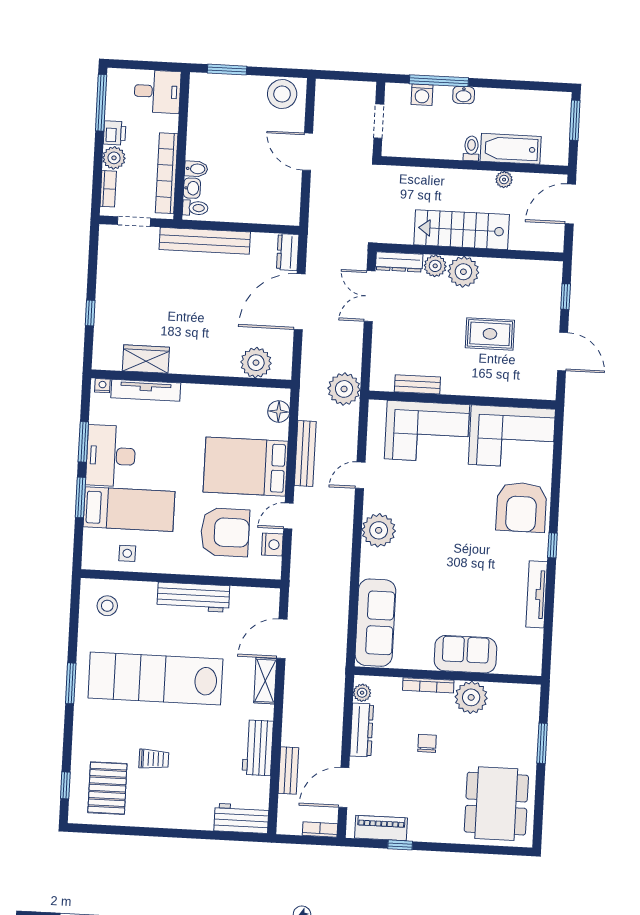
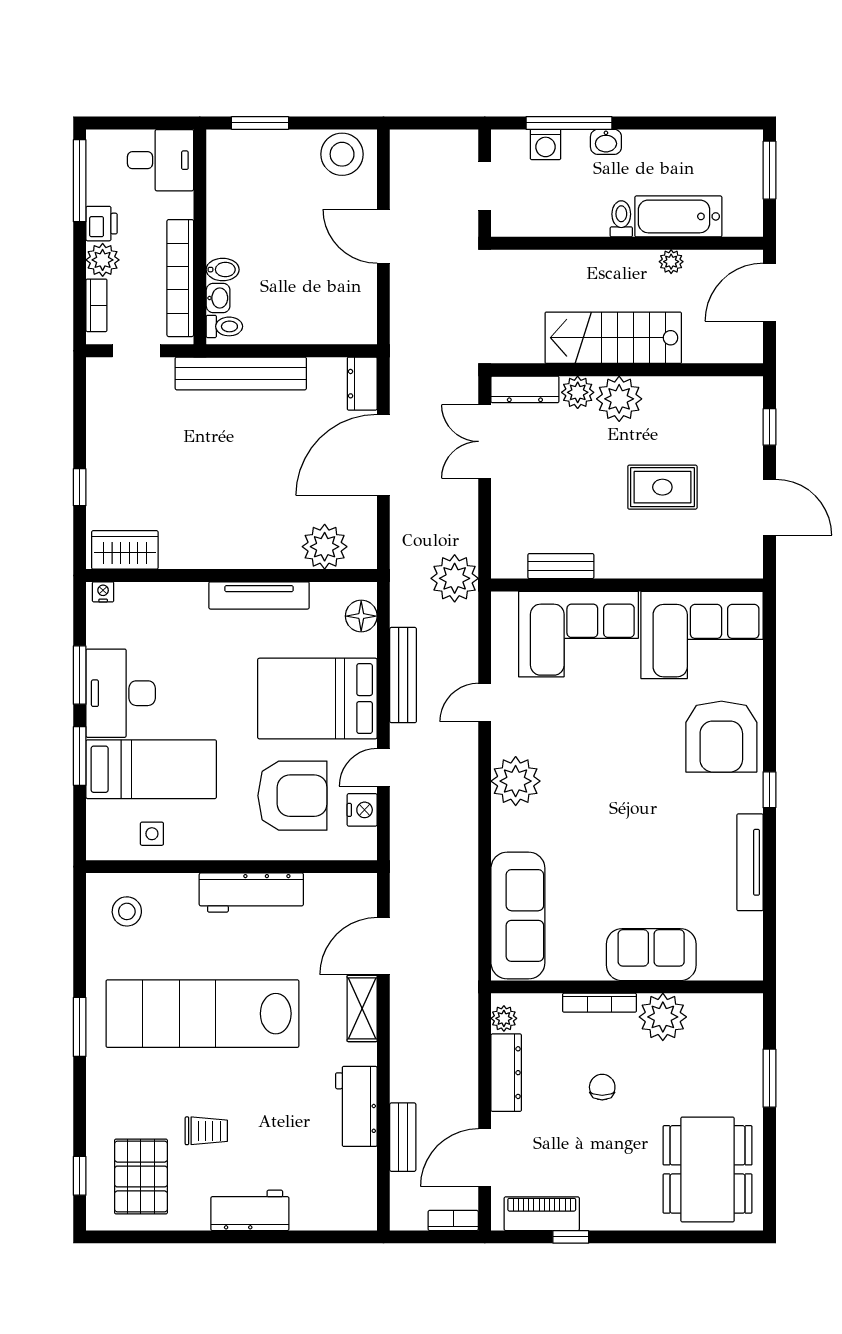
wardrobe: (146, 359) -> (125, 550), moved
tv unit: (146, 390) -> (259, 595), moved
workbench: (241, 818) -> (250, 1210), moved

